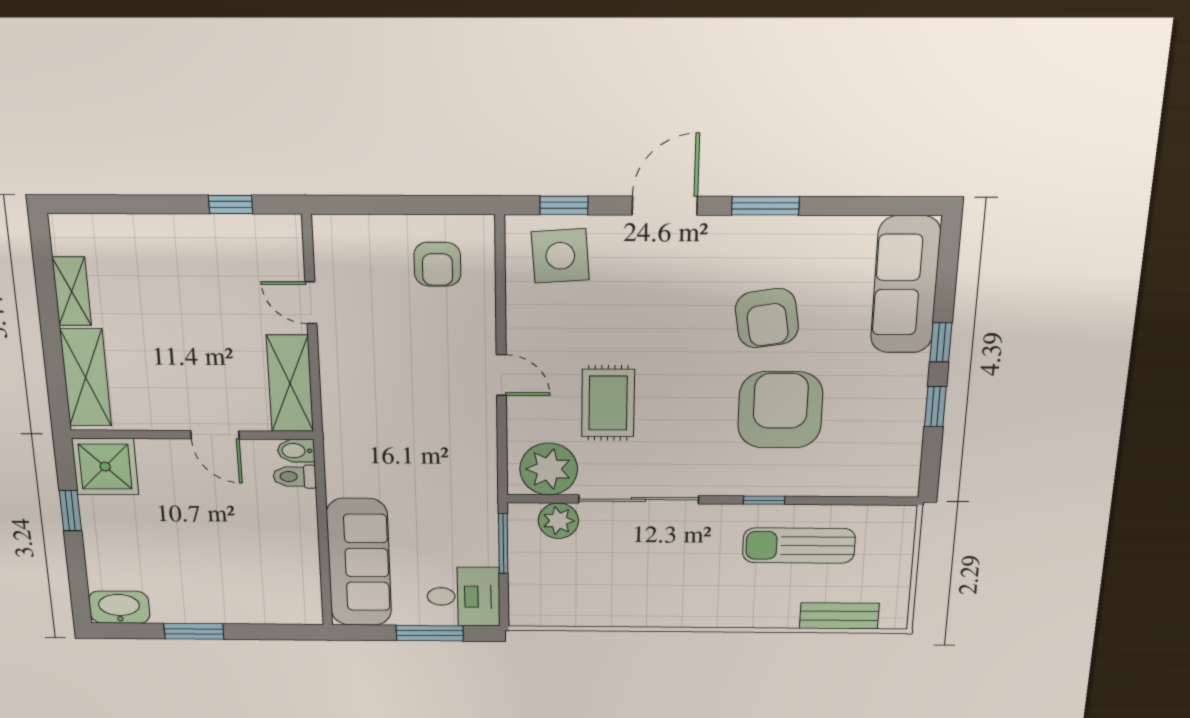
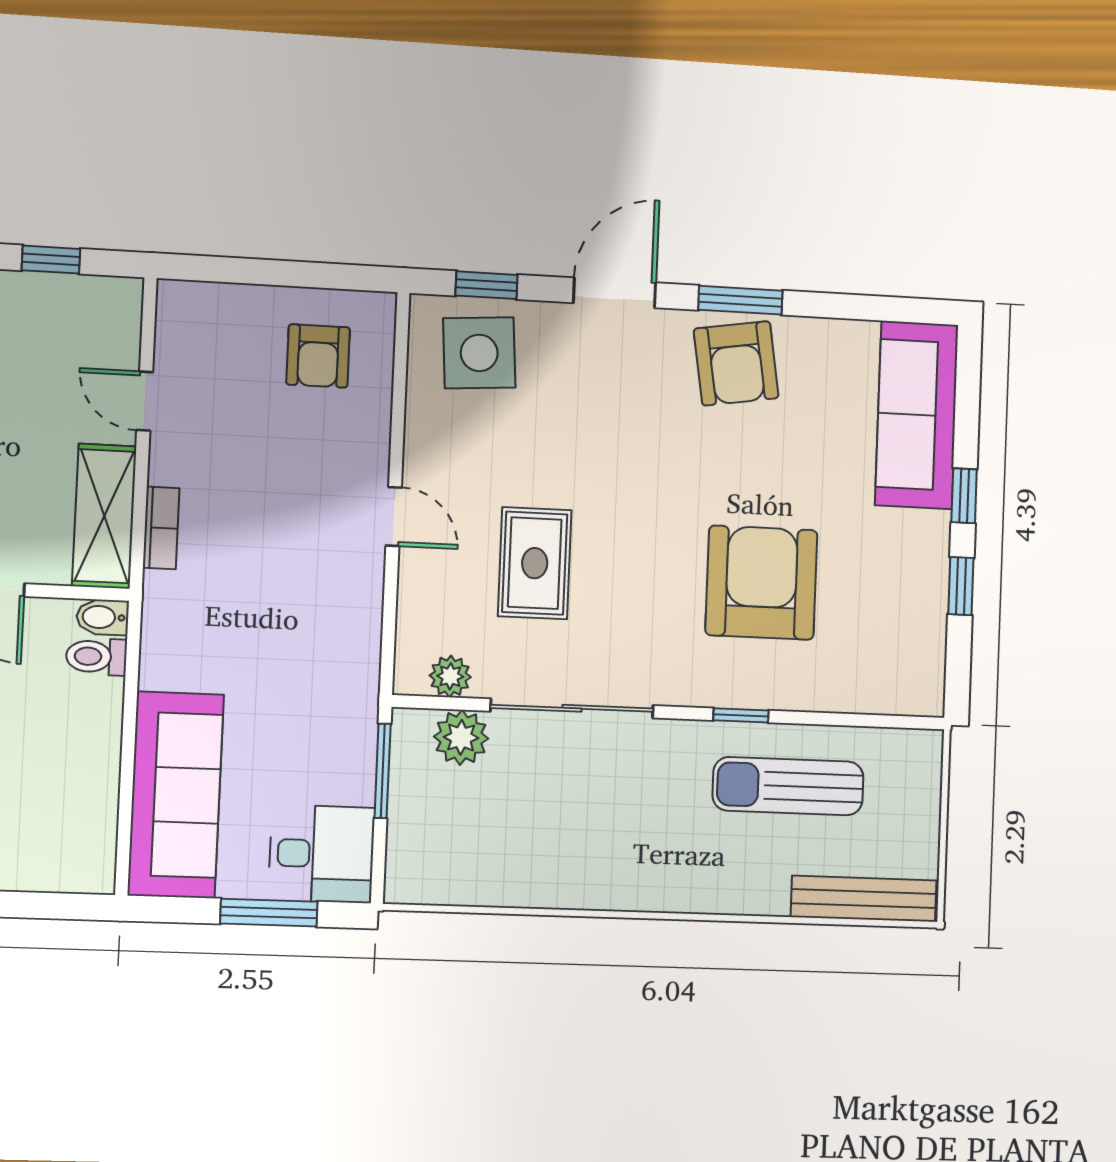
armchair: (767, 318) -> (736, 363), moved
bookcase: (332, 390) -> (161, 528), added
plant: (549, 469) -> (450, 676), width x0.53, depth x0.53
bench: (839, 616) -> (864, 899), width x1.36

